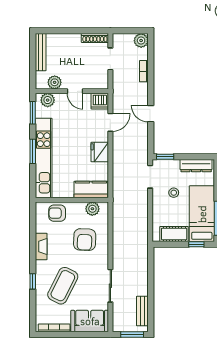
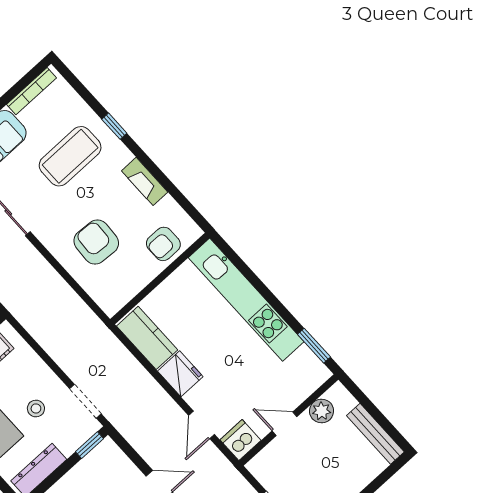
plant: (48, 100) -> (310, 380), removed
window: (33, 151) -> (268, 295), removed
kitchen counter: (91, 190) -> (147, 338), moved, turned -90
plant: (92, 209) -> (123, 291), removed
armchair: (57, 213) -> (163, 244), turned 180
coffee table: (63, 286) -> (70, 156), turned 63

